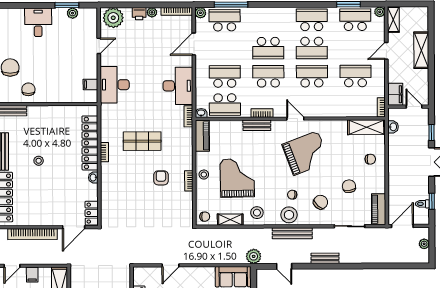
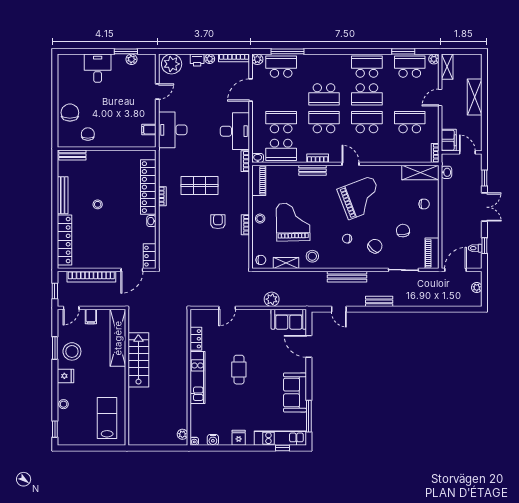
stool: (289, 215) -> (344, 259), removed
plant: (254, 256) -> (272, 299), moved

